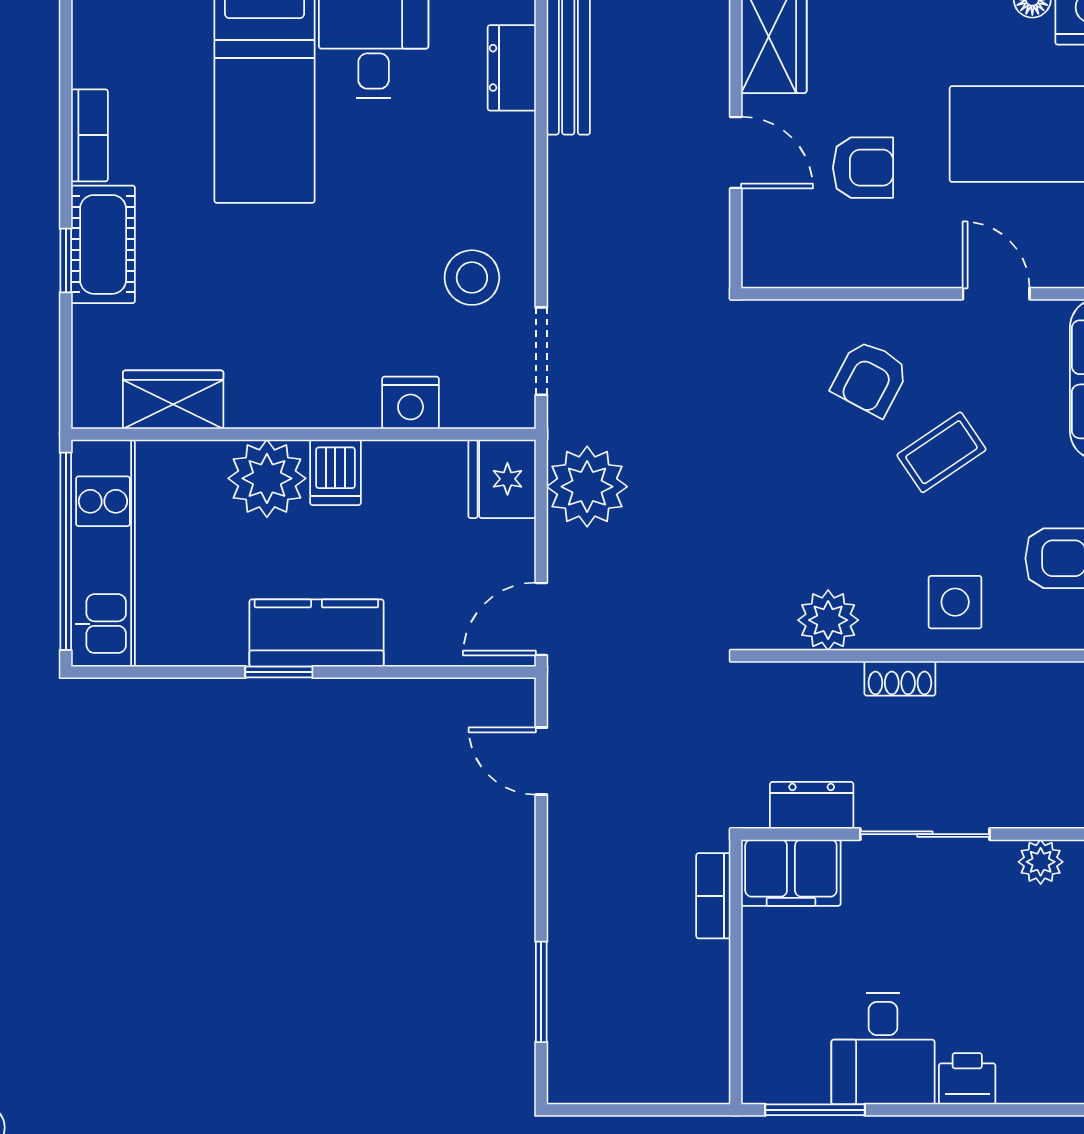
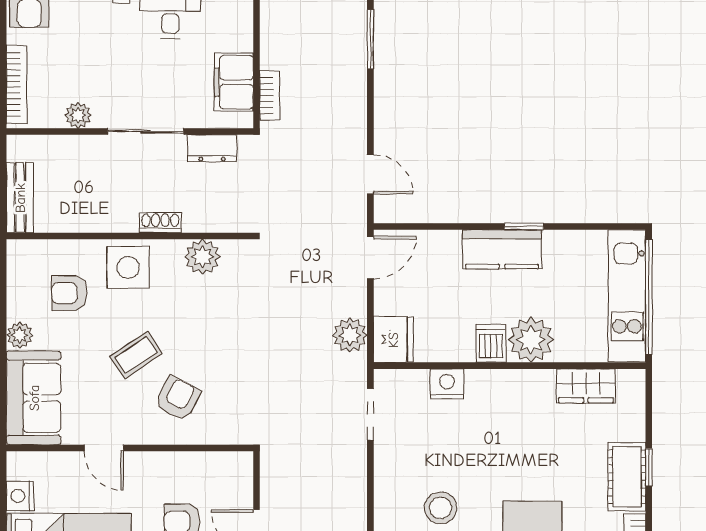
stool: (472, 278) -> (441, 508), moved
plant: (587, 487) -> (350, 335), width x0.73, depth x0.73
side table: (955, 602) -> (128, 267), width x1.37, depth x1.37
filing cabinet: (791, 873) -> (234, 82), moved, turned -90

